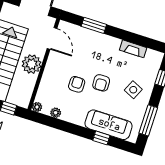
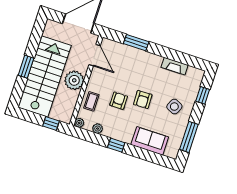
coffee table: (49, 85) -> (91, 101), added
sofa: (109, 125) -> (150, 141), width x0.73
window: (101, 138) -> (116, 145), moved

